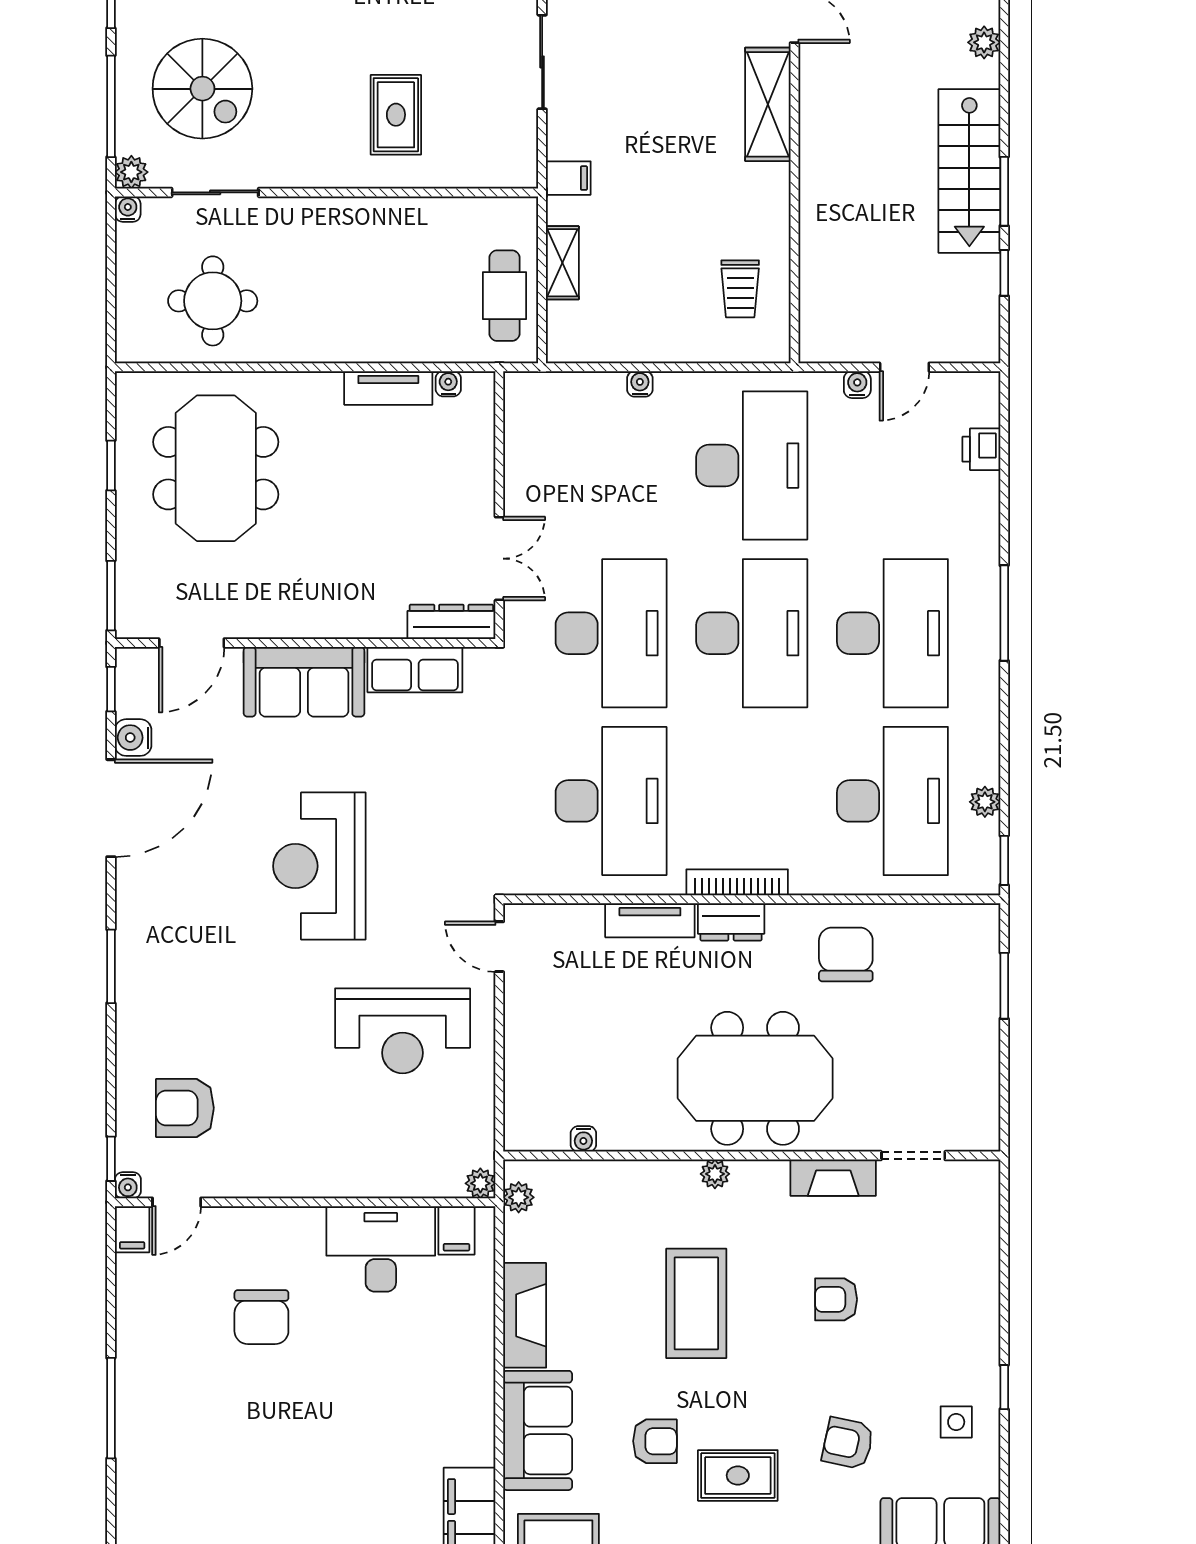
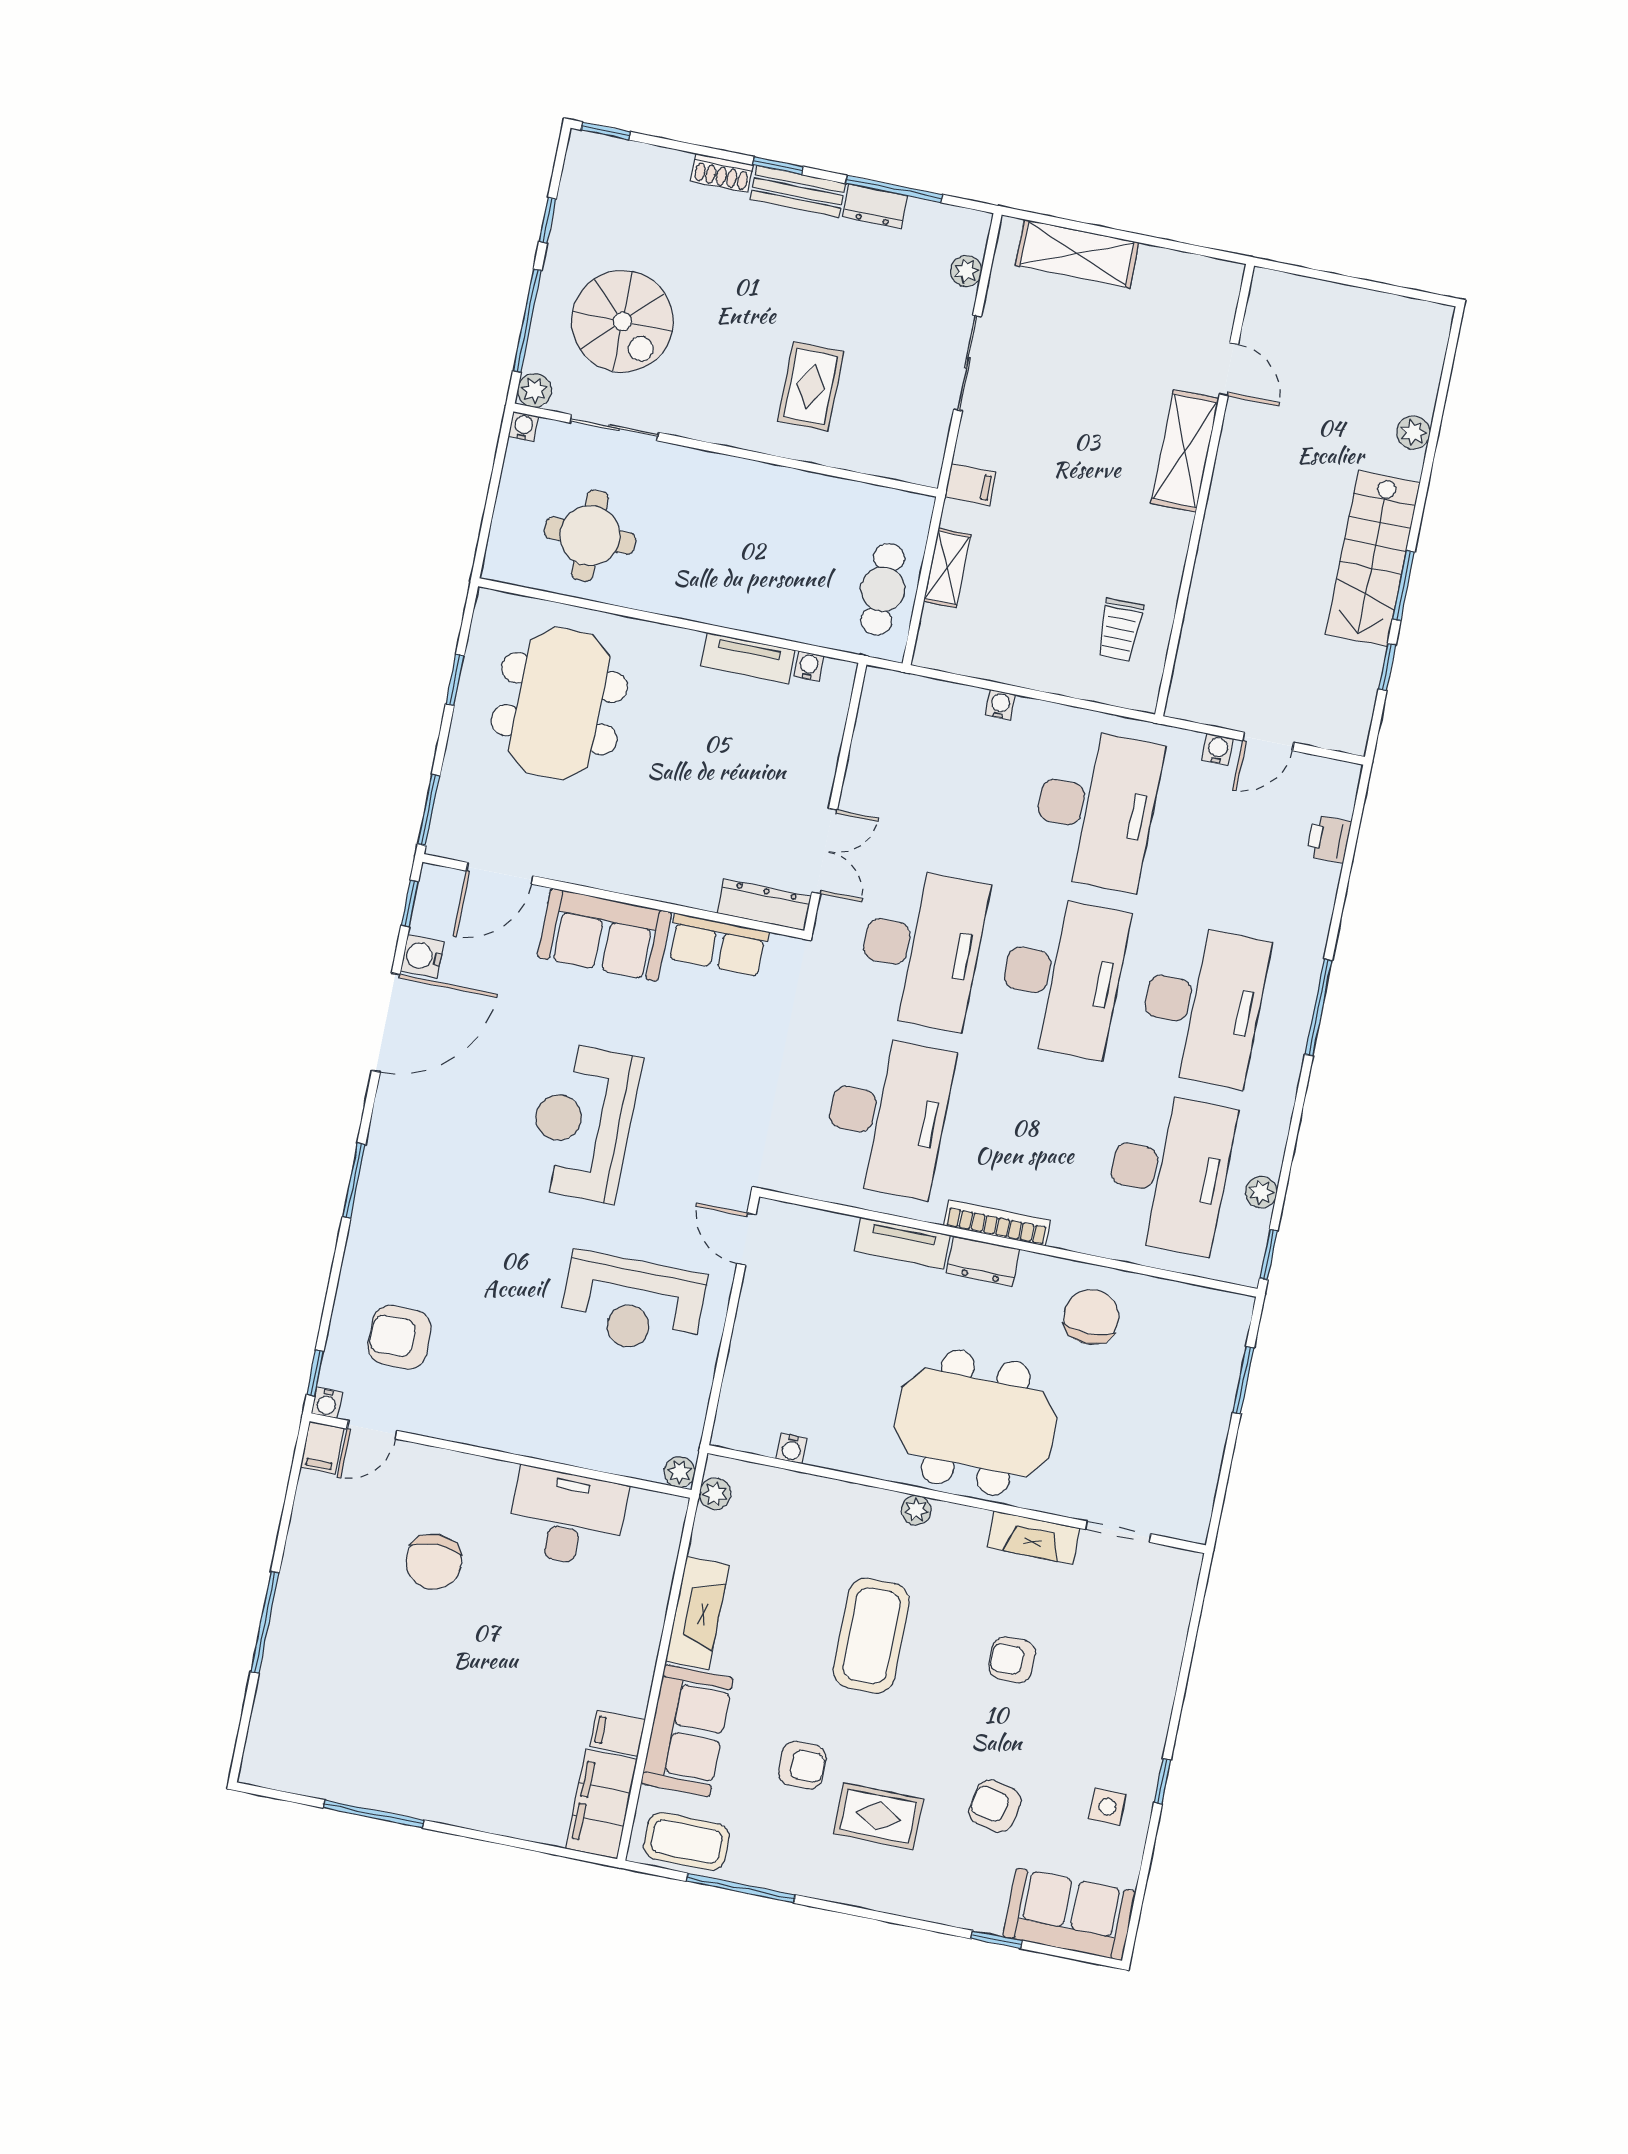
filing cabinet: (456, 1230) -> (617, 1733), moved, turned 90

